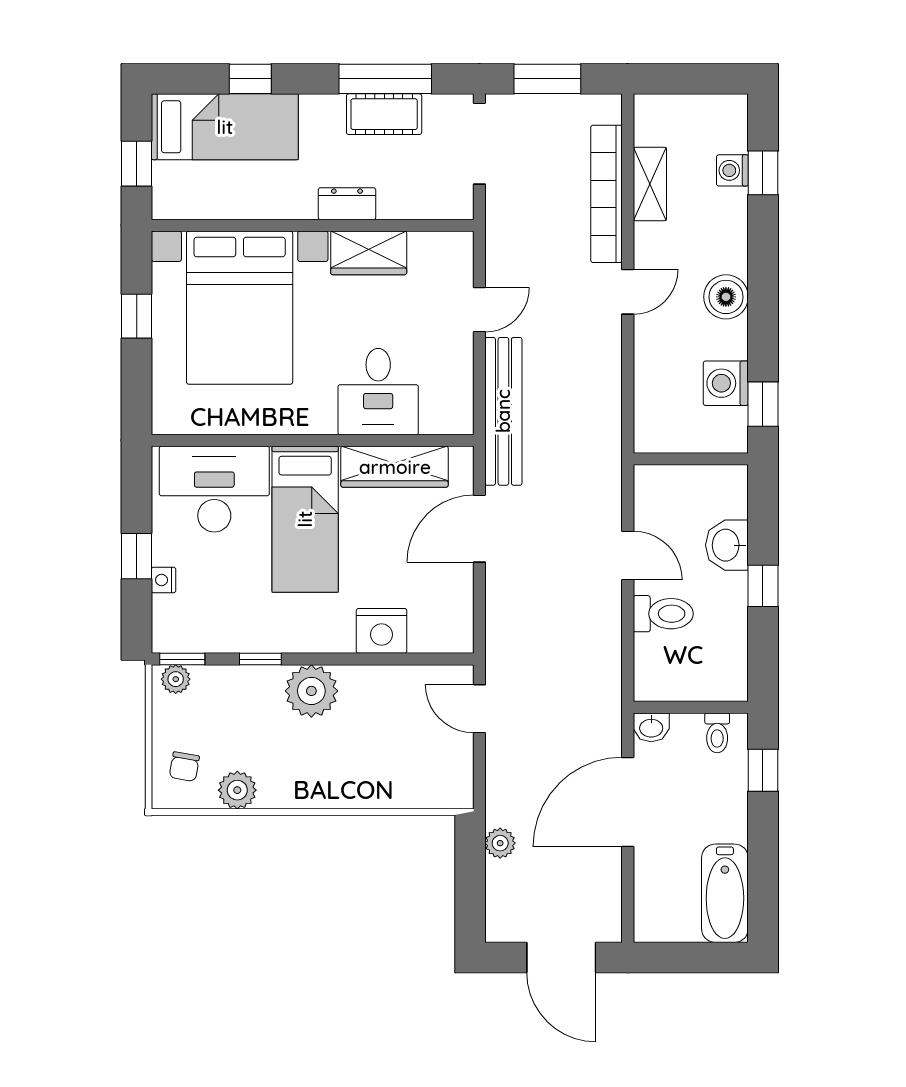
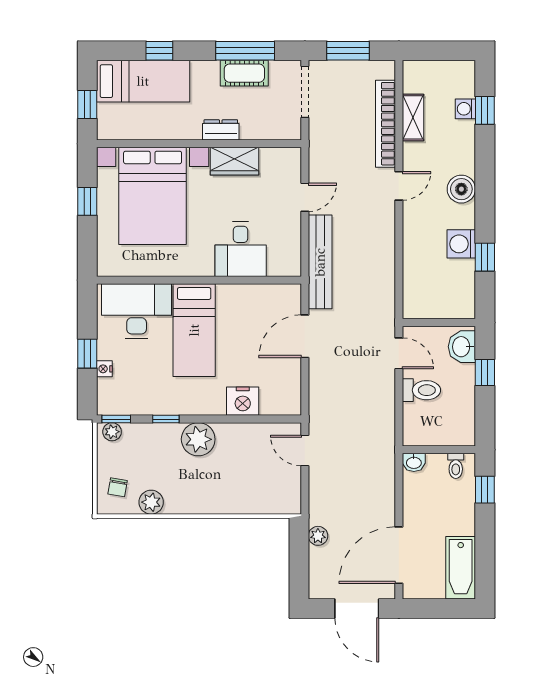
wall: (691, 459) -> (439, 323), moved
wardrobe: (395, 467) -> (251, 297), removed
door: (628, 802) -> (399, 555), moved

